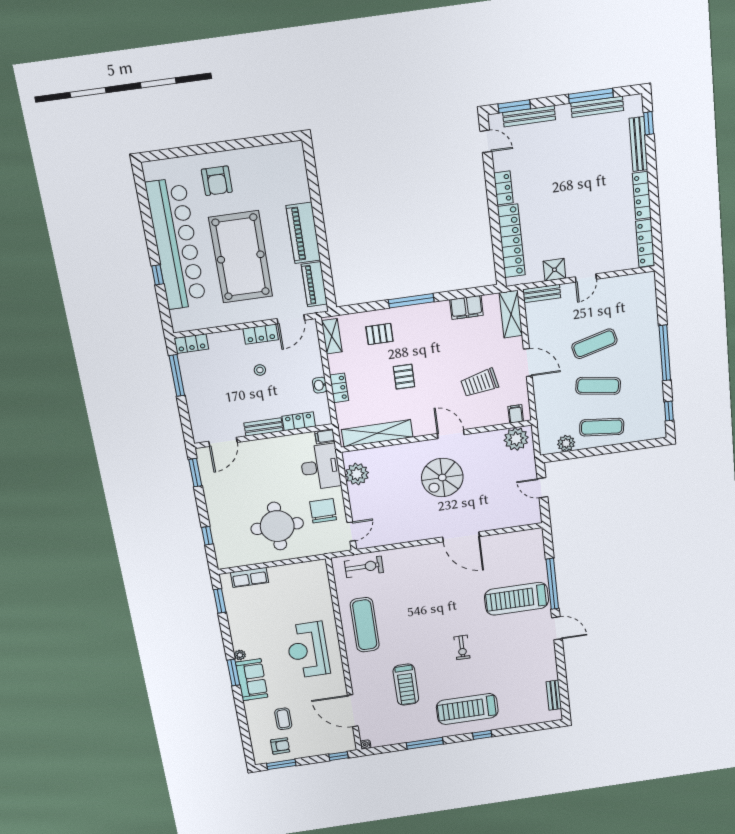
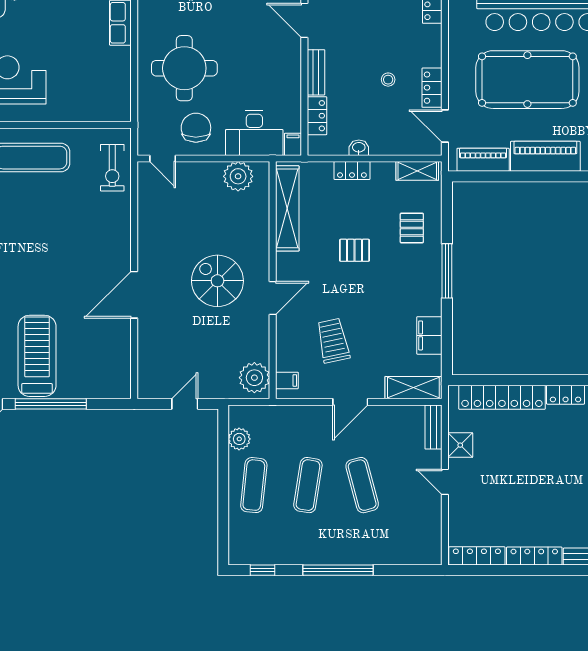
chair: (323, 511) -> (196, 128), turned -90

